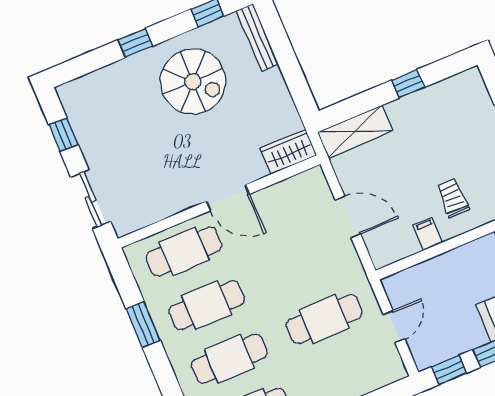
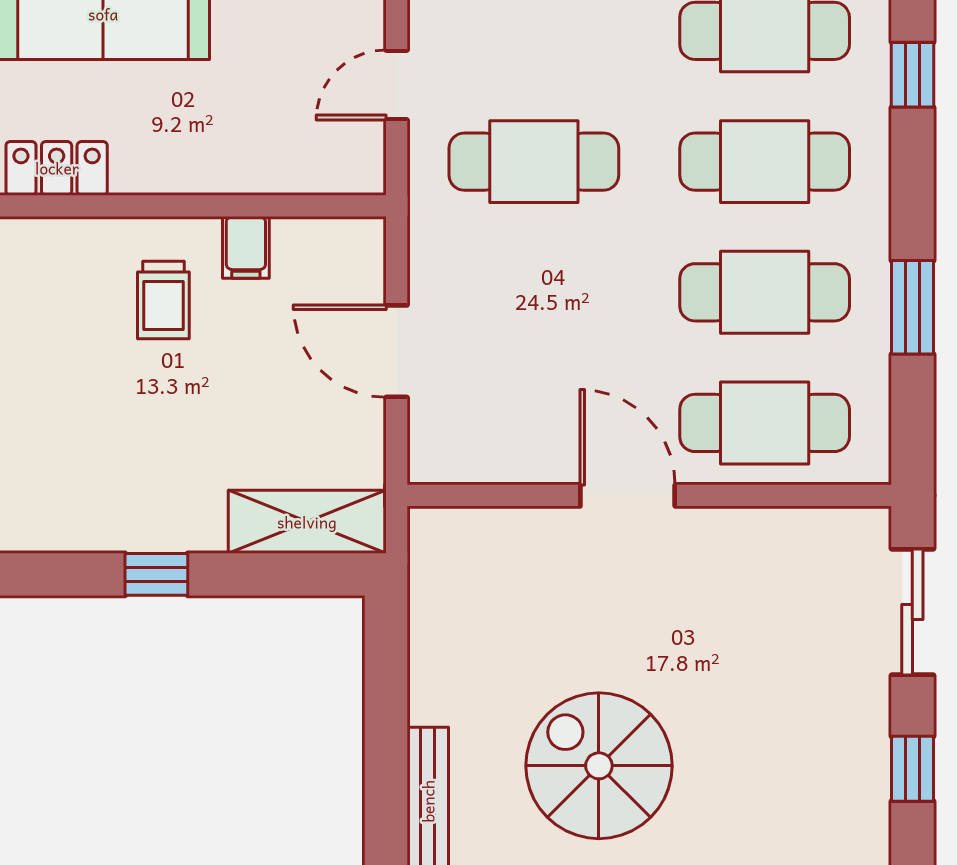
wardrobe: (288, 152) -> (463, 538), removed

